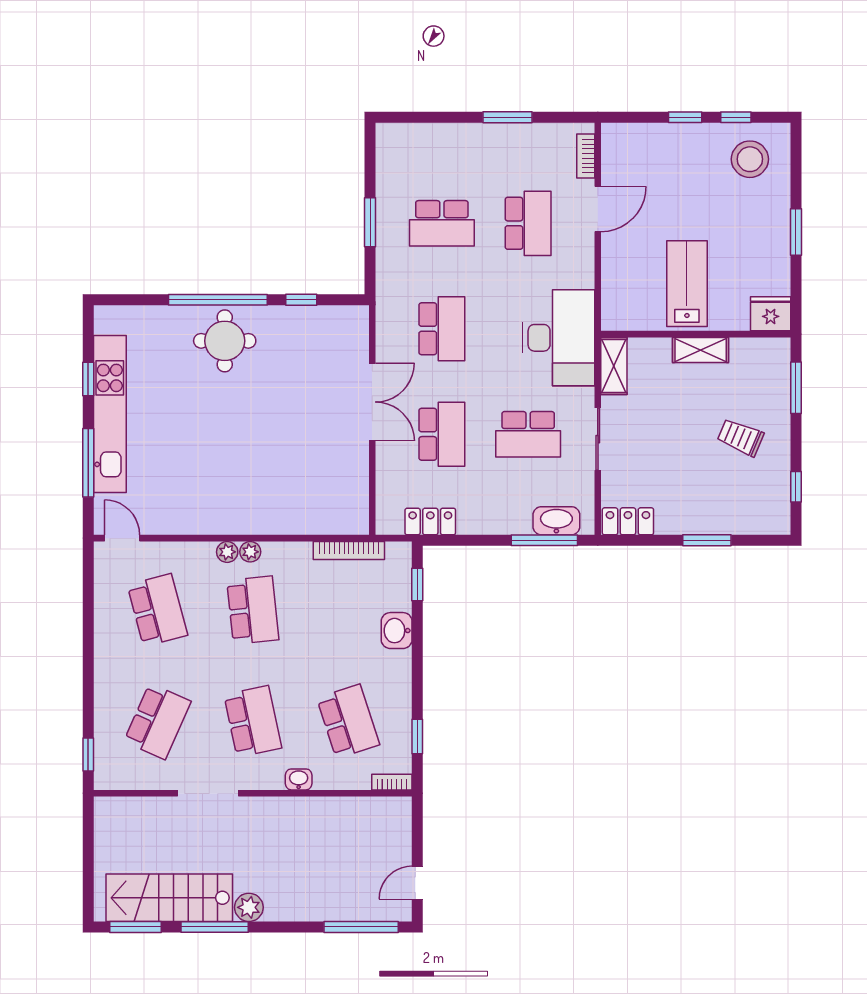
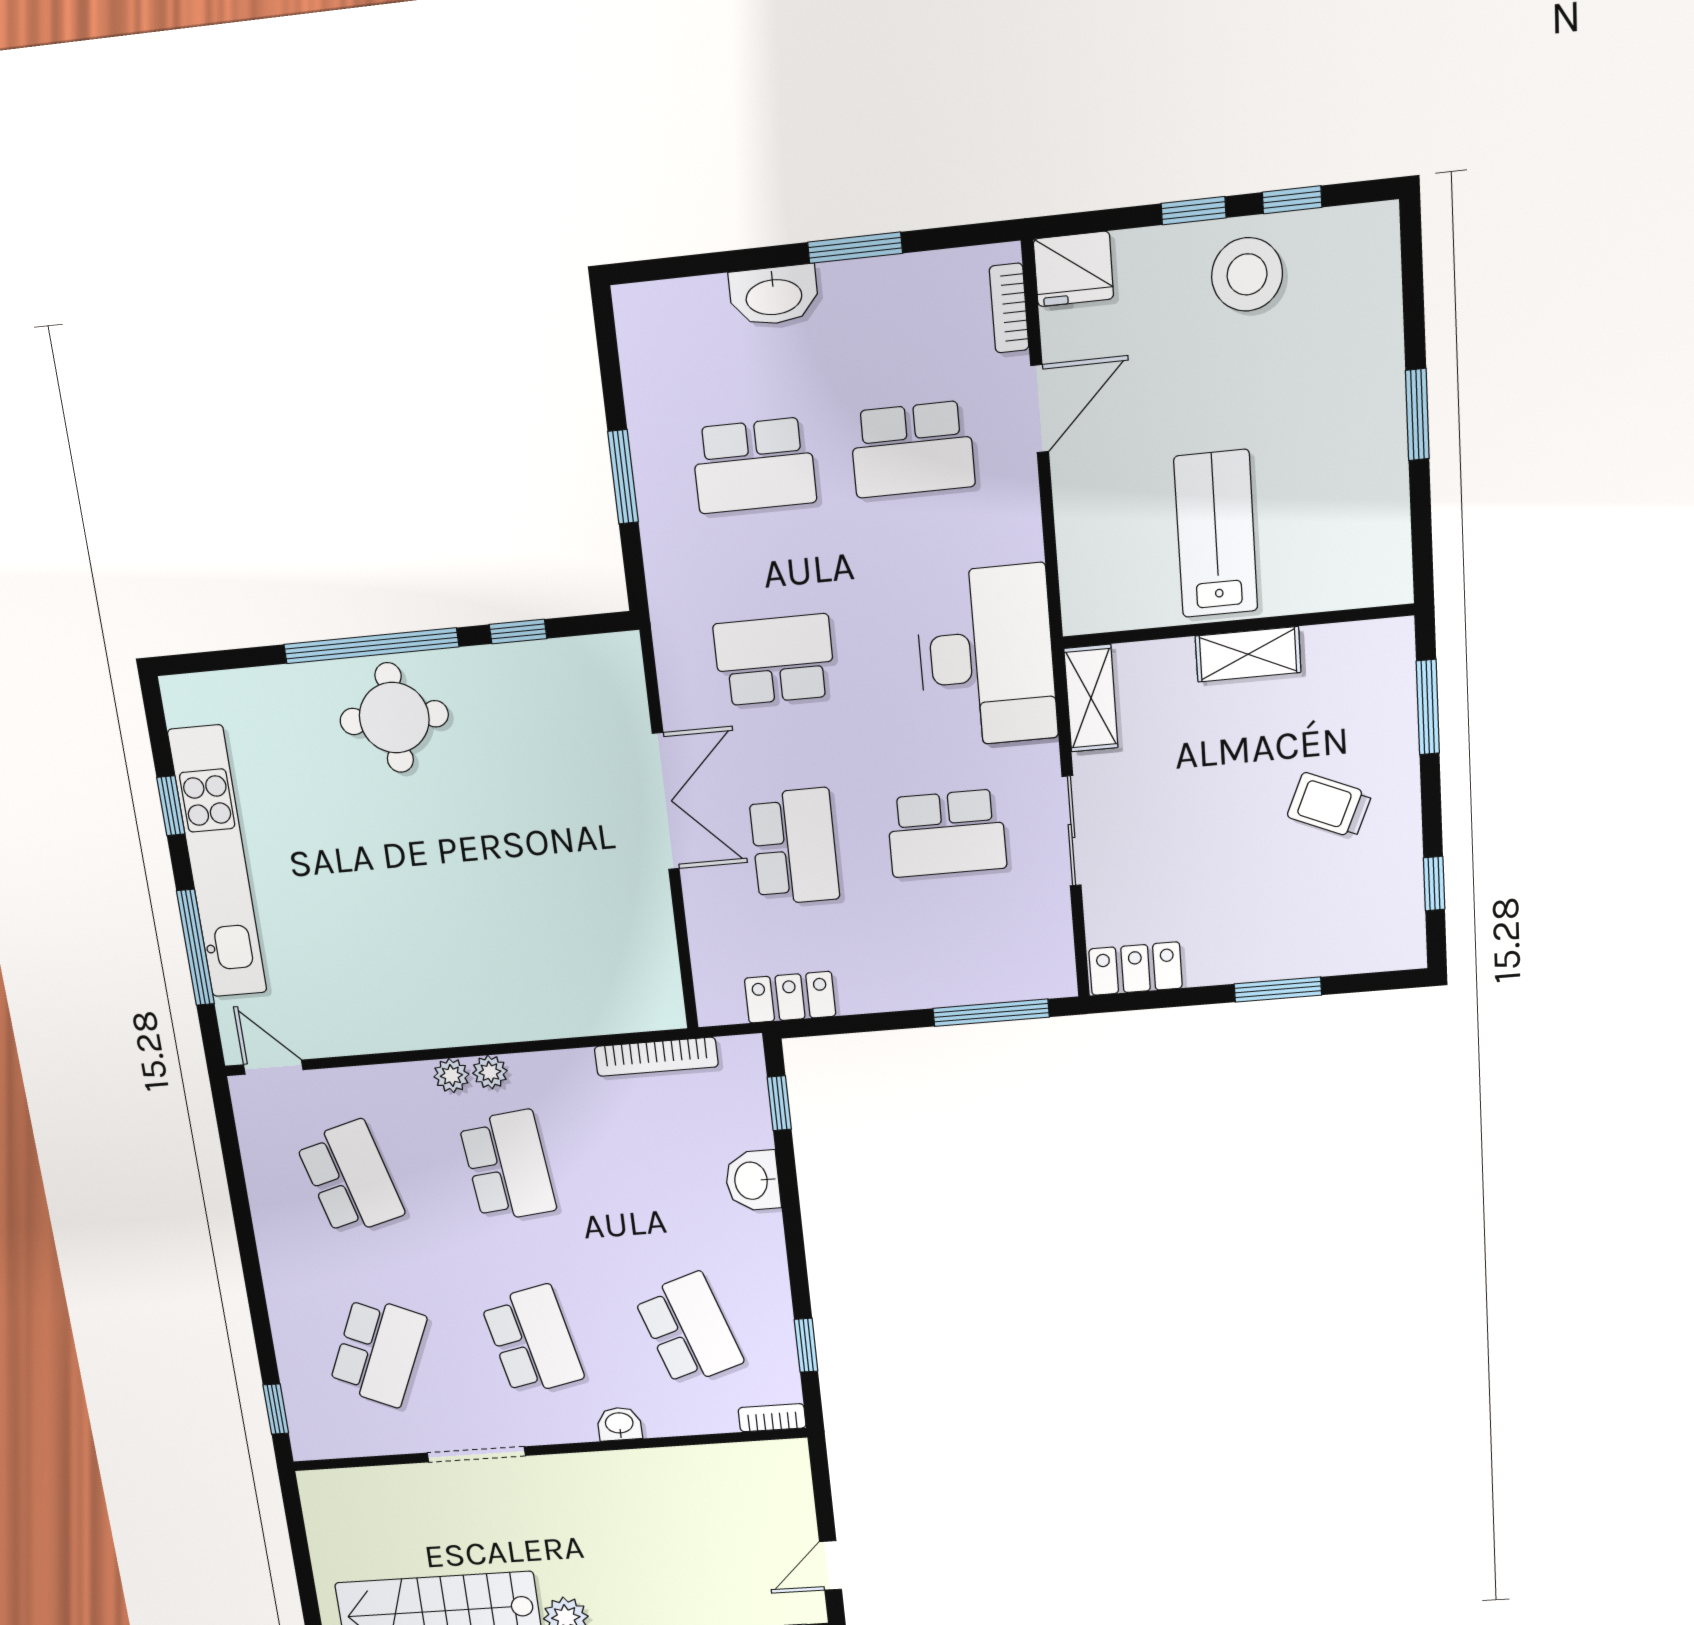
stool: (750, 159) -> (1247, 274), moved
school desk: (528, 223) -> (912, 449), turned 90
fridge: (771, 314) -> (1074, 269), moved, turned 180
school desk: (442, 329) -> (775, 660), turned -90
washbasin: (556, 521) -> (774, 296), moved, turned 180

